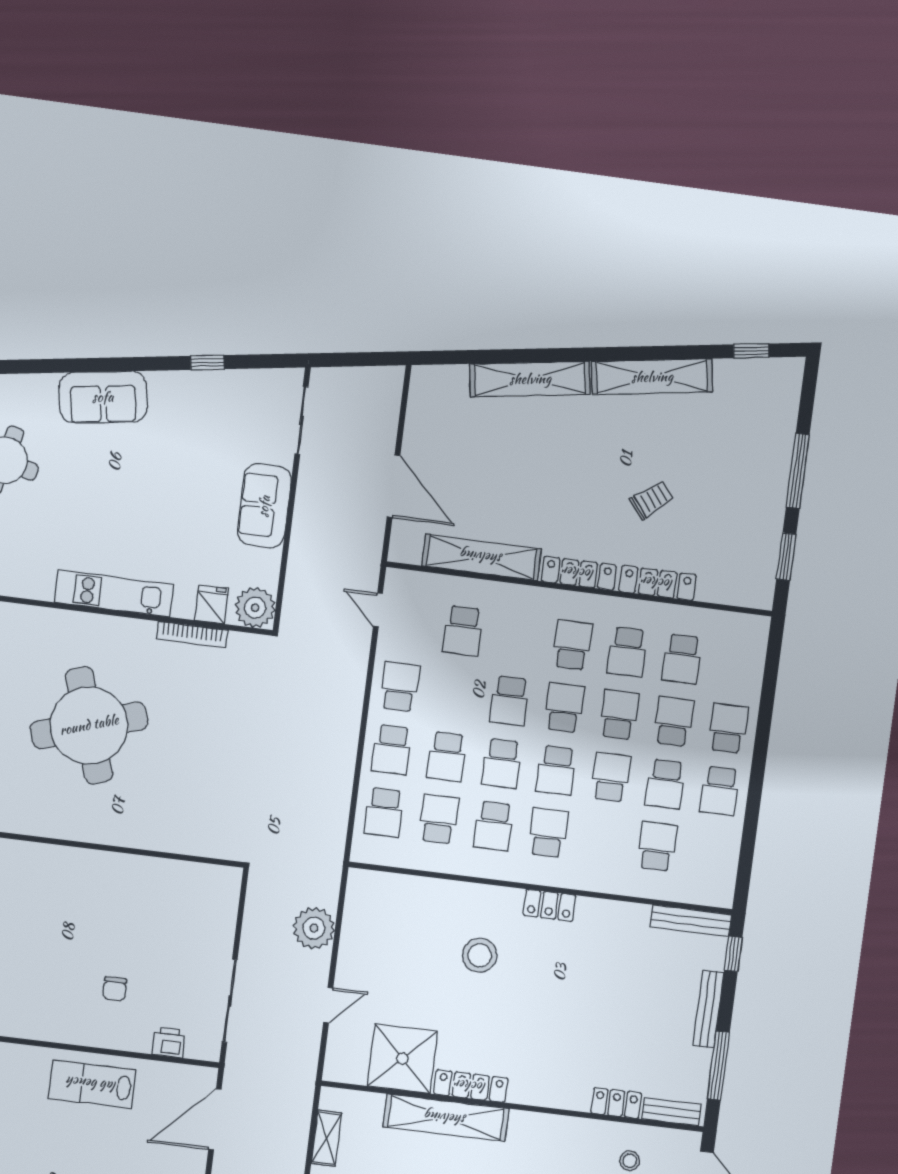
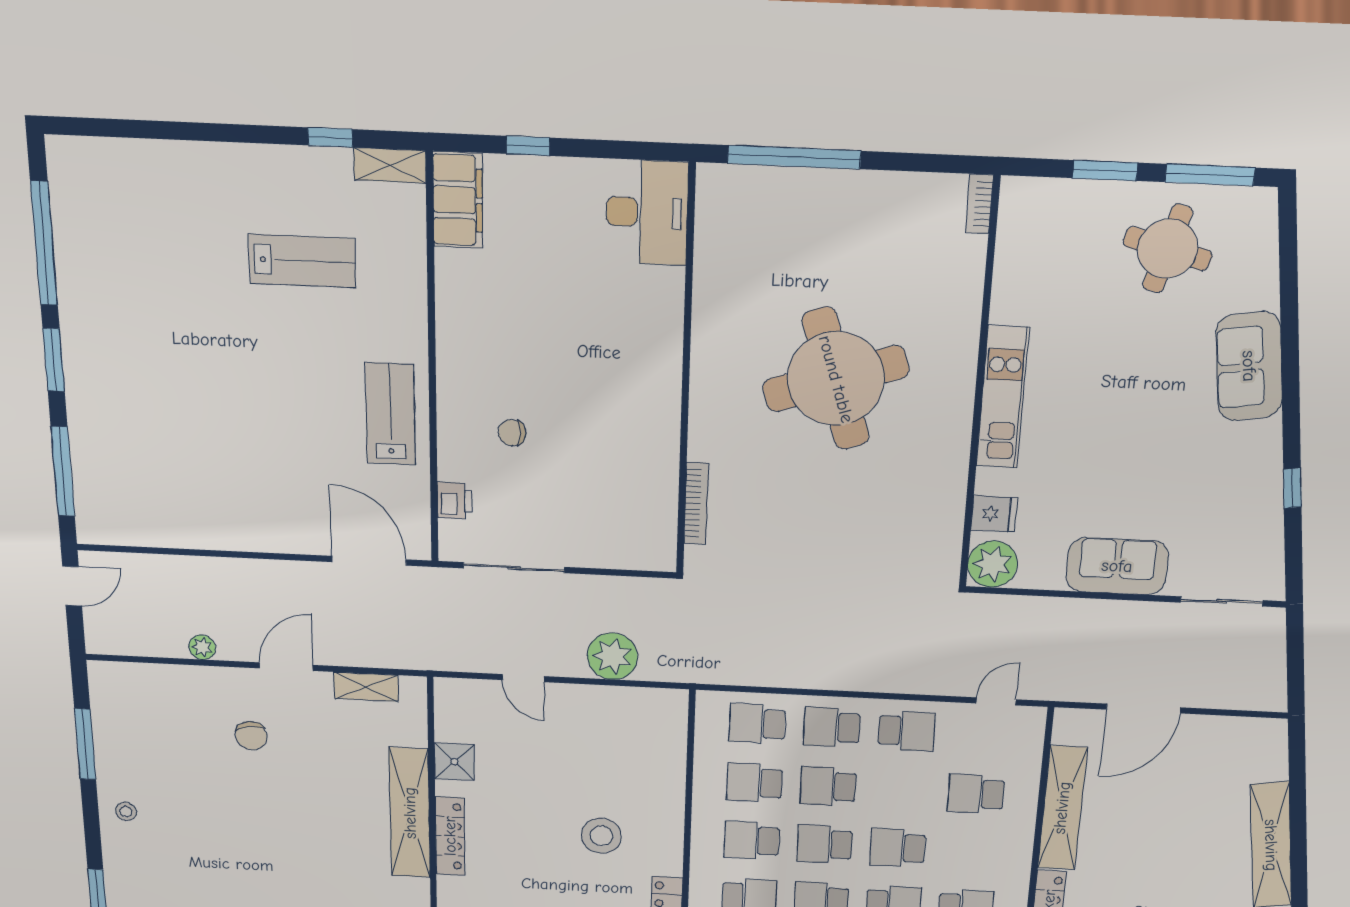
bookcase: (192, 635) -> (696, 503), moved, turned 180
school desk: (439, 819) -> (754, 783), turned 180
shower: (402, 1059) -> (454, 762), width x0.54, depth x0.54

